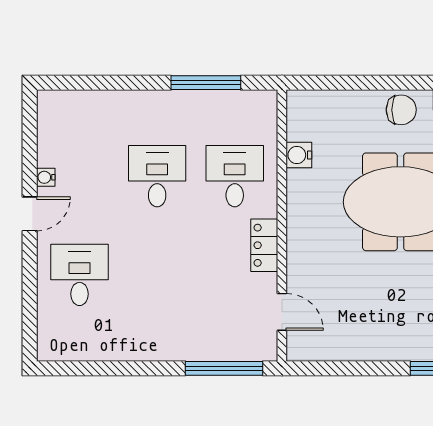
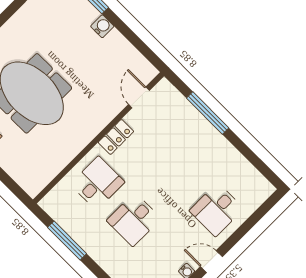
water cooler: (299, 155) -> (102, 26), moved, turned -90
desk: (235, 176) -> (97, 183), turned 180
window: (224, 368) -> (208, 113), moved

